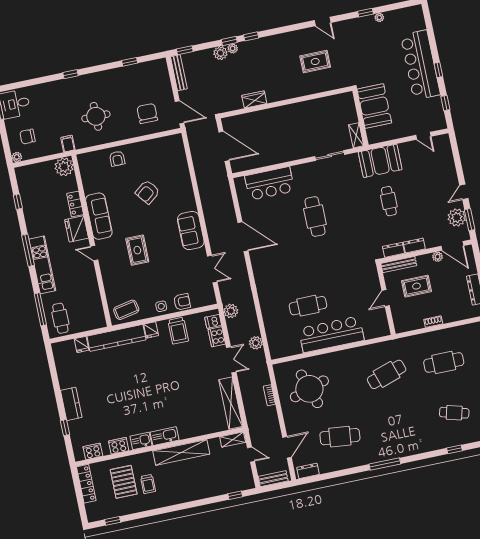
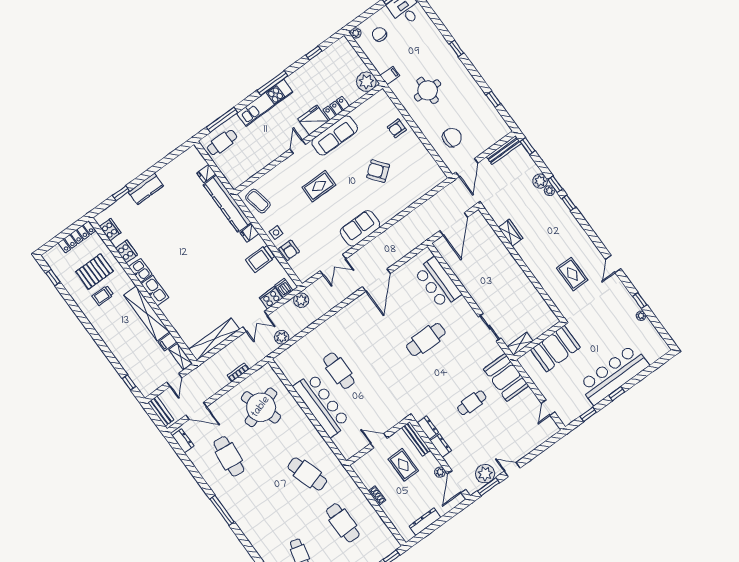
filing cabinet: (215, 445) -> (168, 342), added

